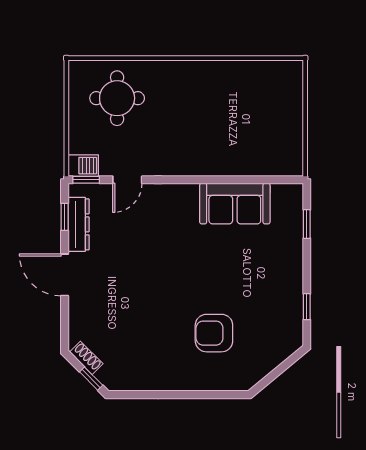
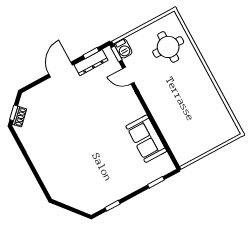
armchair: (214, 333) -> (72, 164), removed
shoe rack: (86, 358) -> (20, 117), moved

